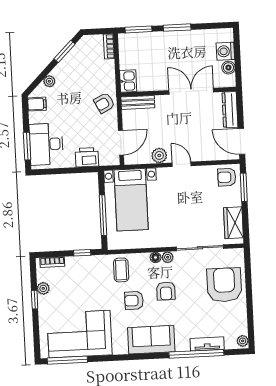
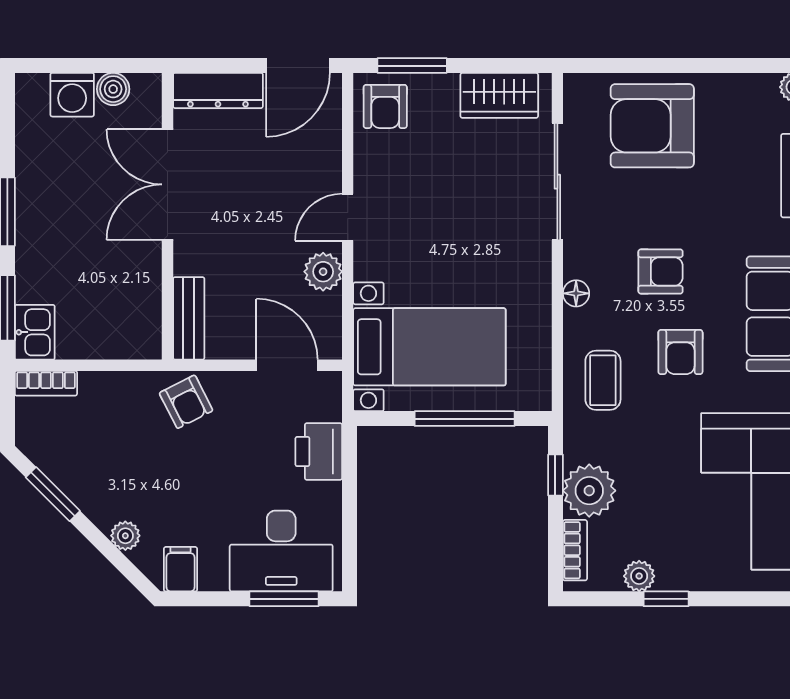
kitchen sink: (128, 81) -> (35, 332), moved, turned 90
plant: (168, 257) -> (589, 491), moved, width x1.88, depth x1.88
coffee table: (121, 270) -> (603, 380), turned 90

